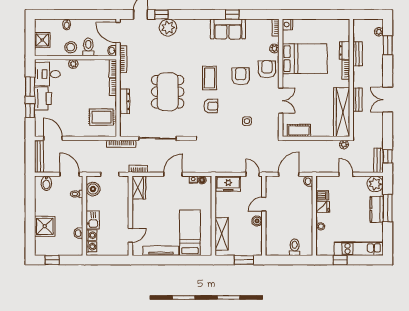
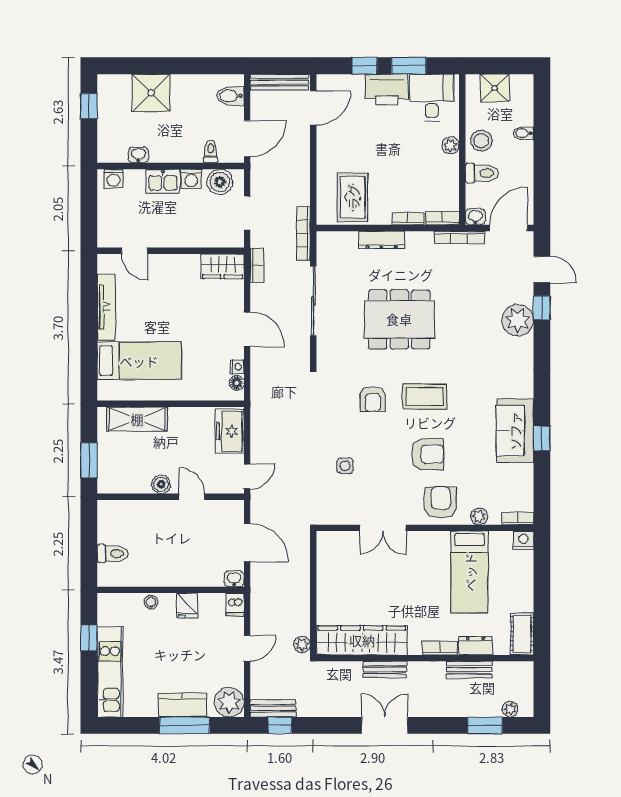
bed: (305, 59) -> (470, 572), width x0.67
armchair: (267, 69) -> (441, 503), turned -90
cot: (299, 130) -> (522, 634), moved
dishwasher: (322, 195) -> (235, 605), moved
washing machine: (91, 235) -> (191, 179), moved

